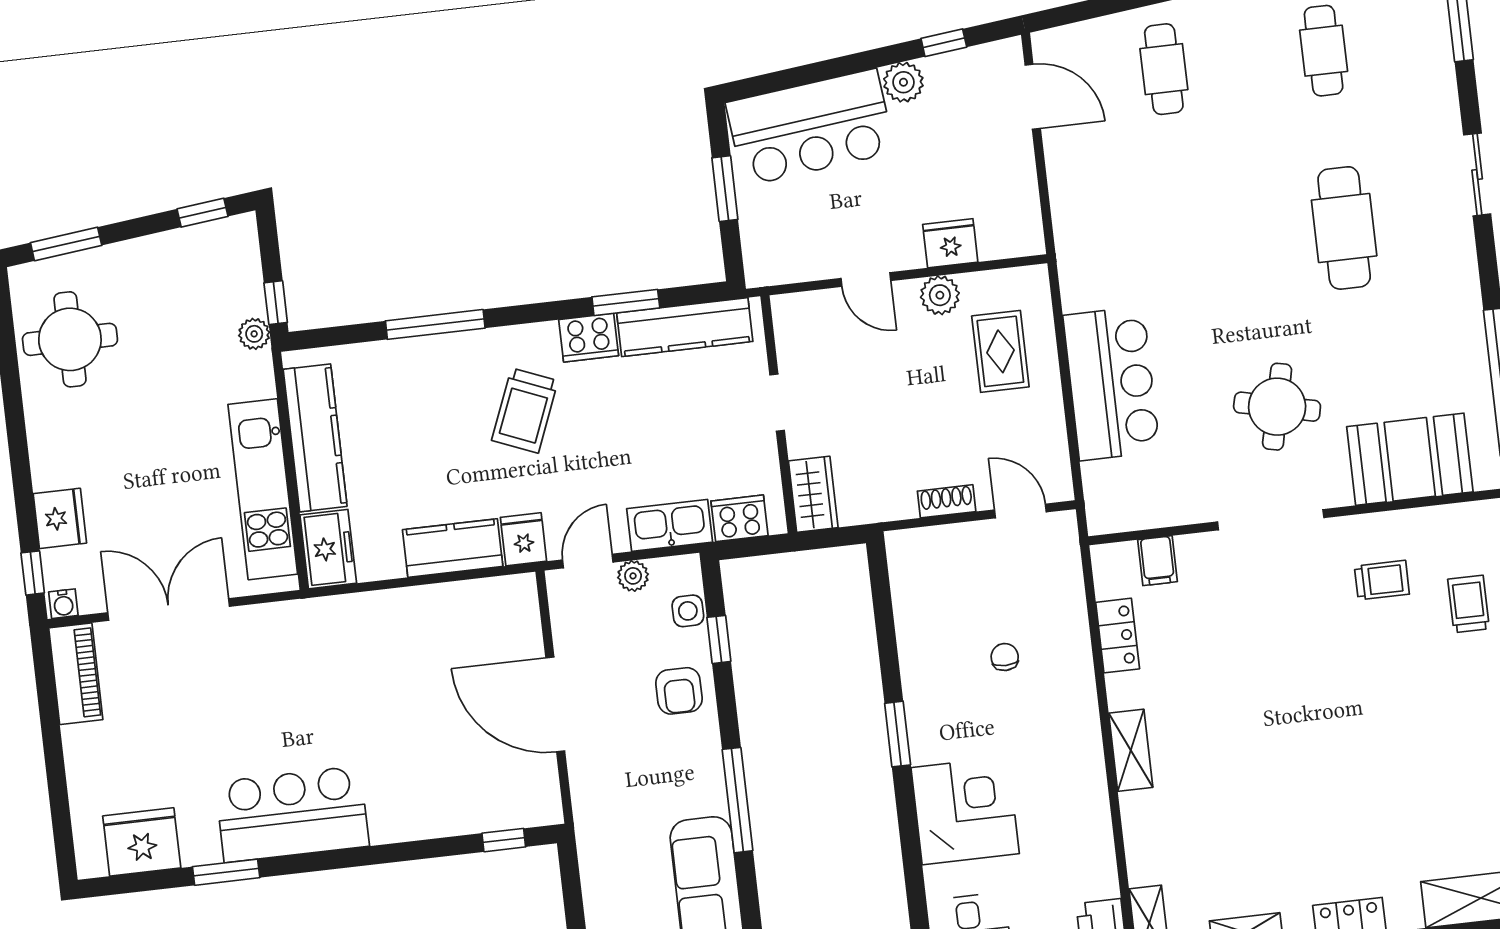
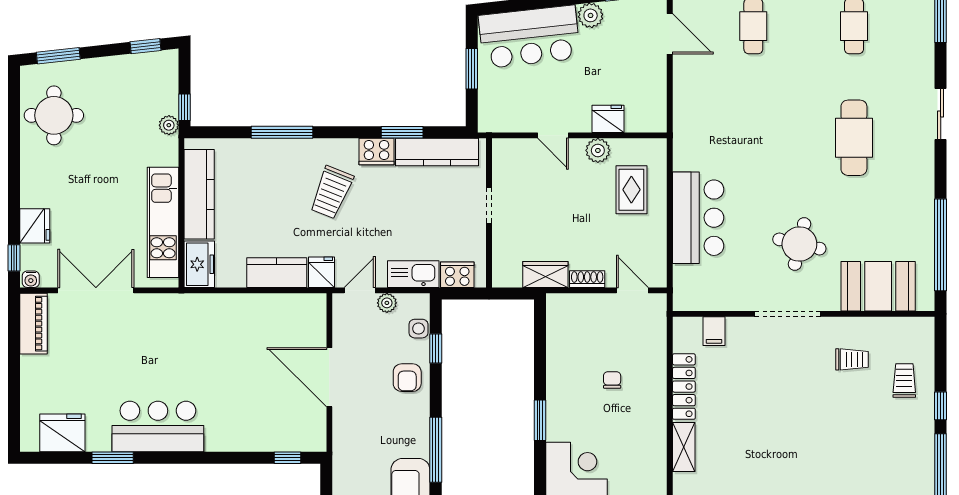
wardrobe: (813, 494) -> (545, 275), moved, turned -90
locker: (1118, 636) -> (684, 387), width x1.53

